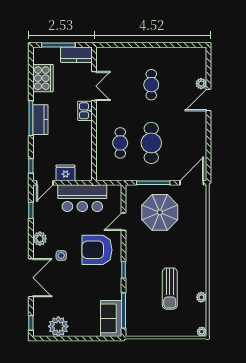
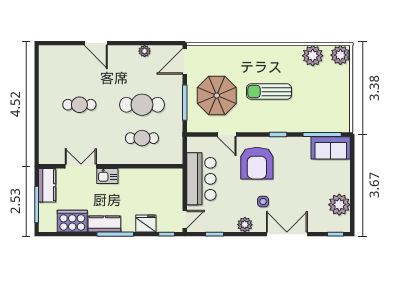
plant: (201, 84) -> (145, 51), moved
kitchen counter: (40, 120) -> (104, 224), moved
fridge: (66, 173) -> (146, 223), moved, turned 90
door: (45, 183) -> (185, 219), hinge flipped
door: (192, 183) -> (185, 61), hinge flipped
sun lounger: (170, 289) -> (269, 92), moved, turned 180
plant: (201, 297) -> (313, 56), width x1.87, depth x1.87
plant: (202, 332) -> (340, 55), width x1.88, depth x1.88

